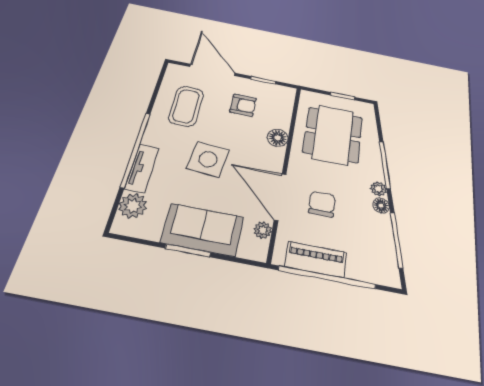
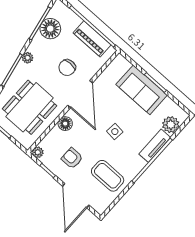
coffee table: (186, 106) -> (108, 176), turned 90
side table: (208, 159) -> (115, 132), width x0.54, depth x0.54
door: (280, 197) -> (80, 94), moved
floor lamp: (381, 206) -> (50, 29), moved, width x1.89, depth x1.89
plant: (263, 230) -> (38, 152), moved

